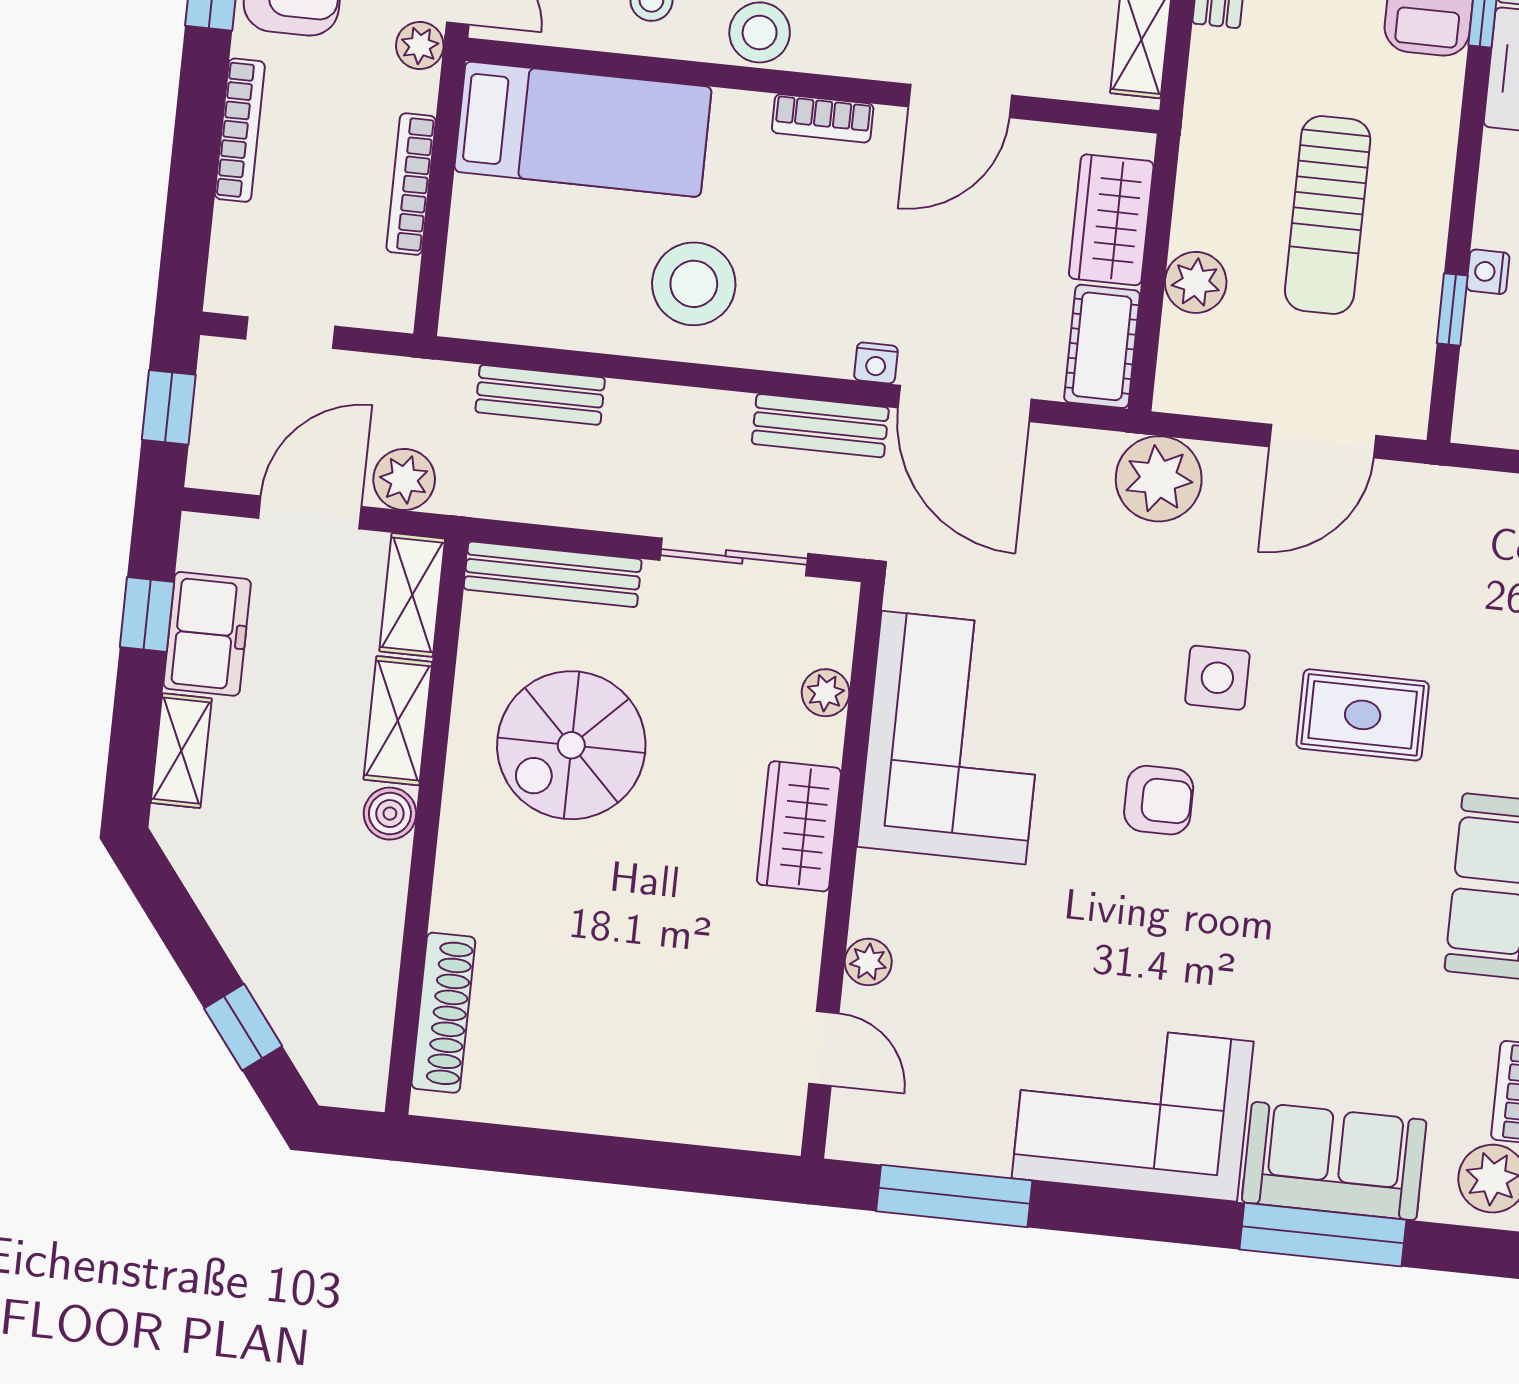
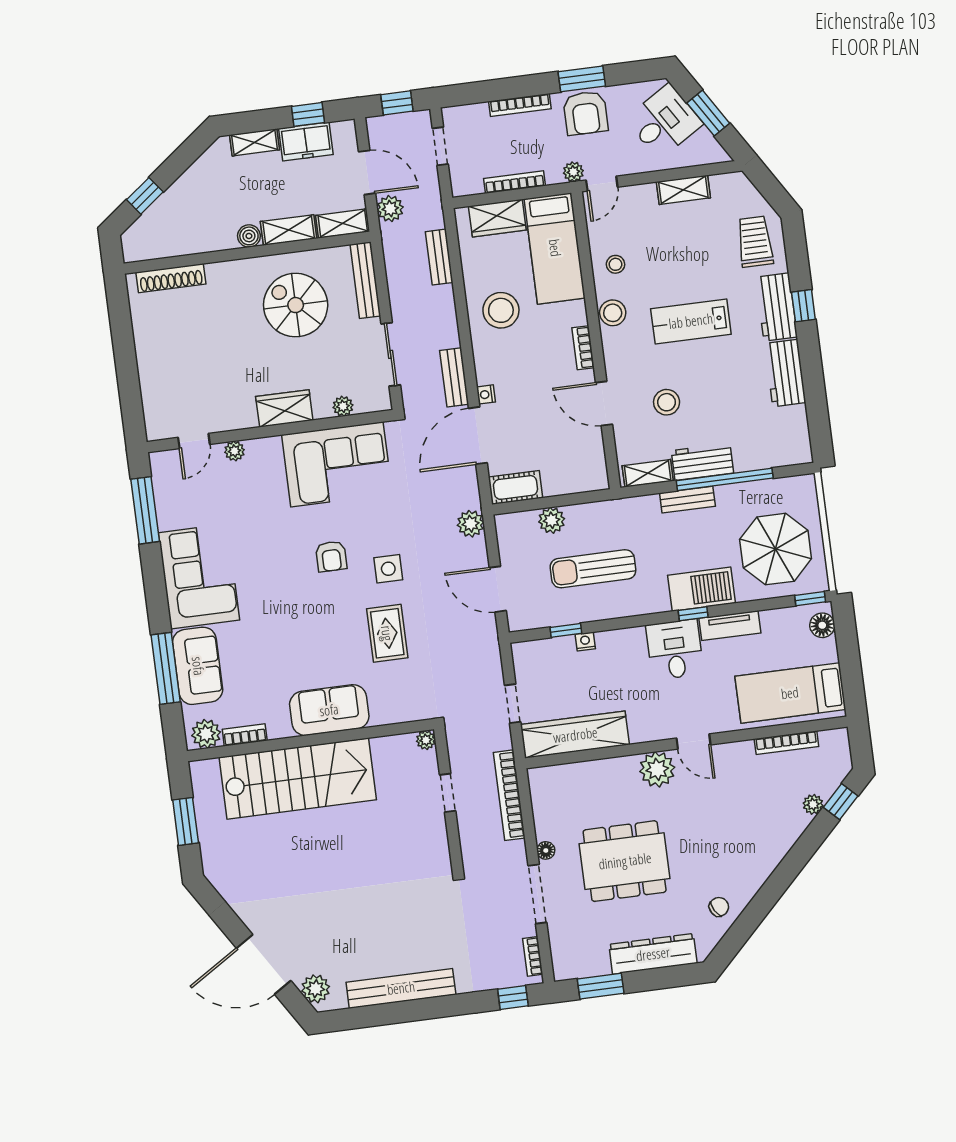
wardrobe: (1111, 220) -> (497, 218), moved, turned 180
plant: (1159, 479) -> (471, 524), width x0.73, depth x0.73

